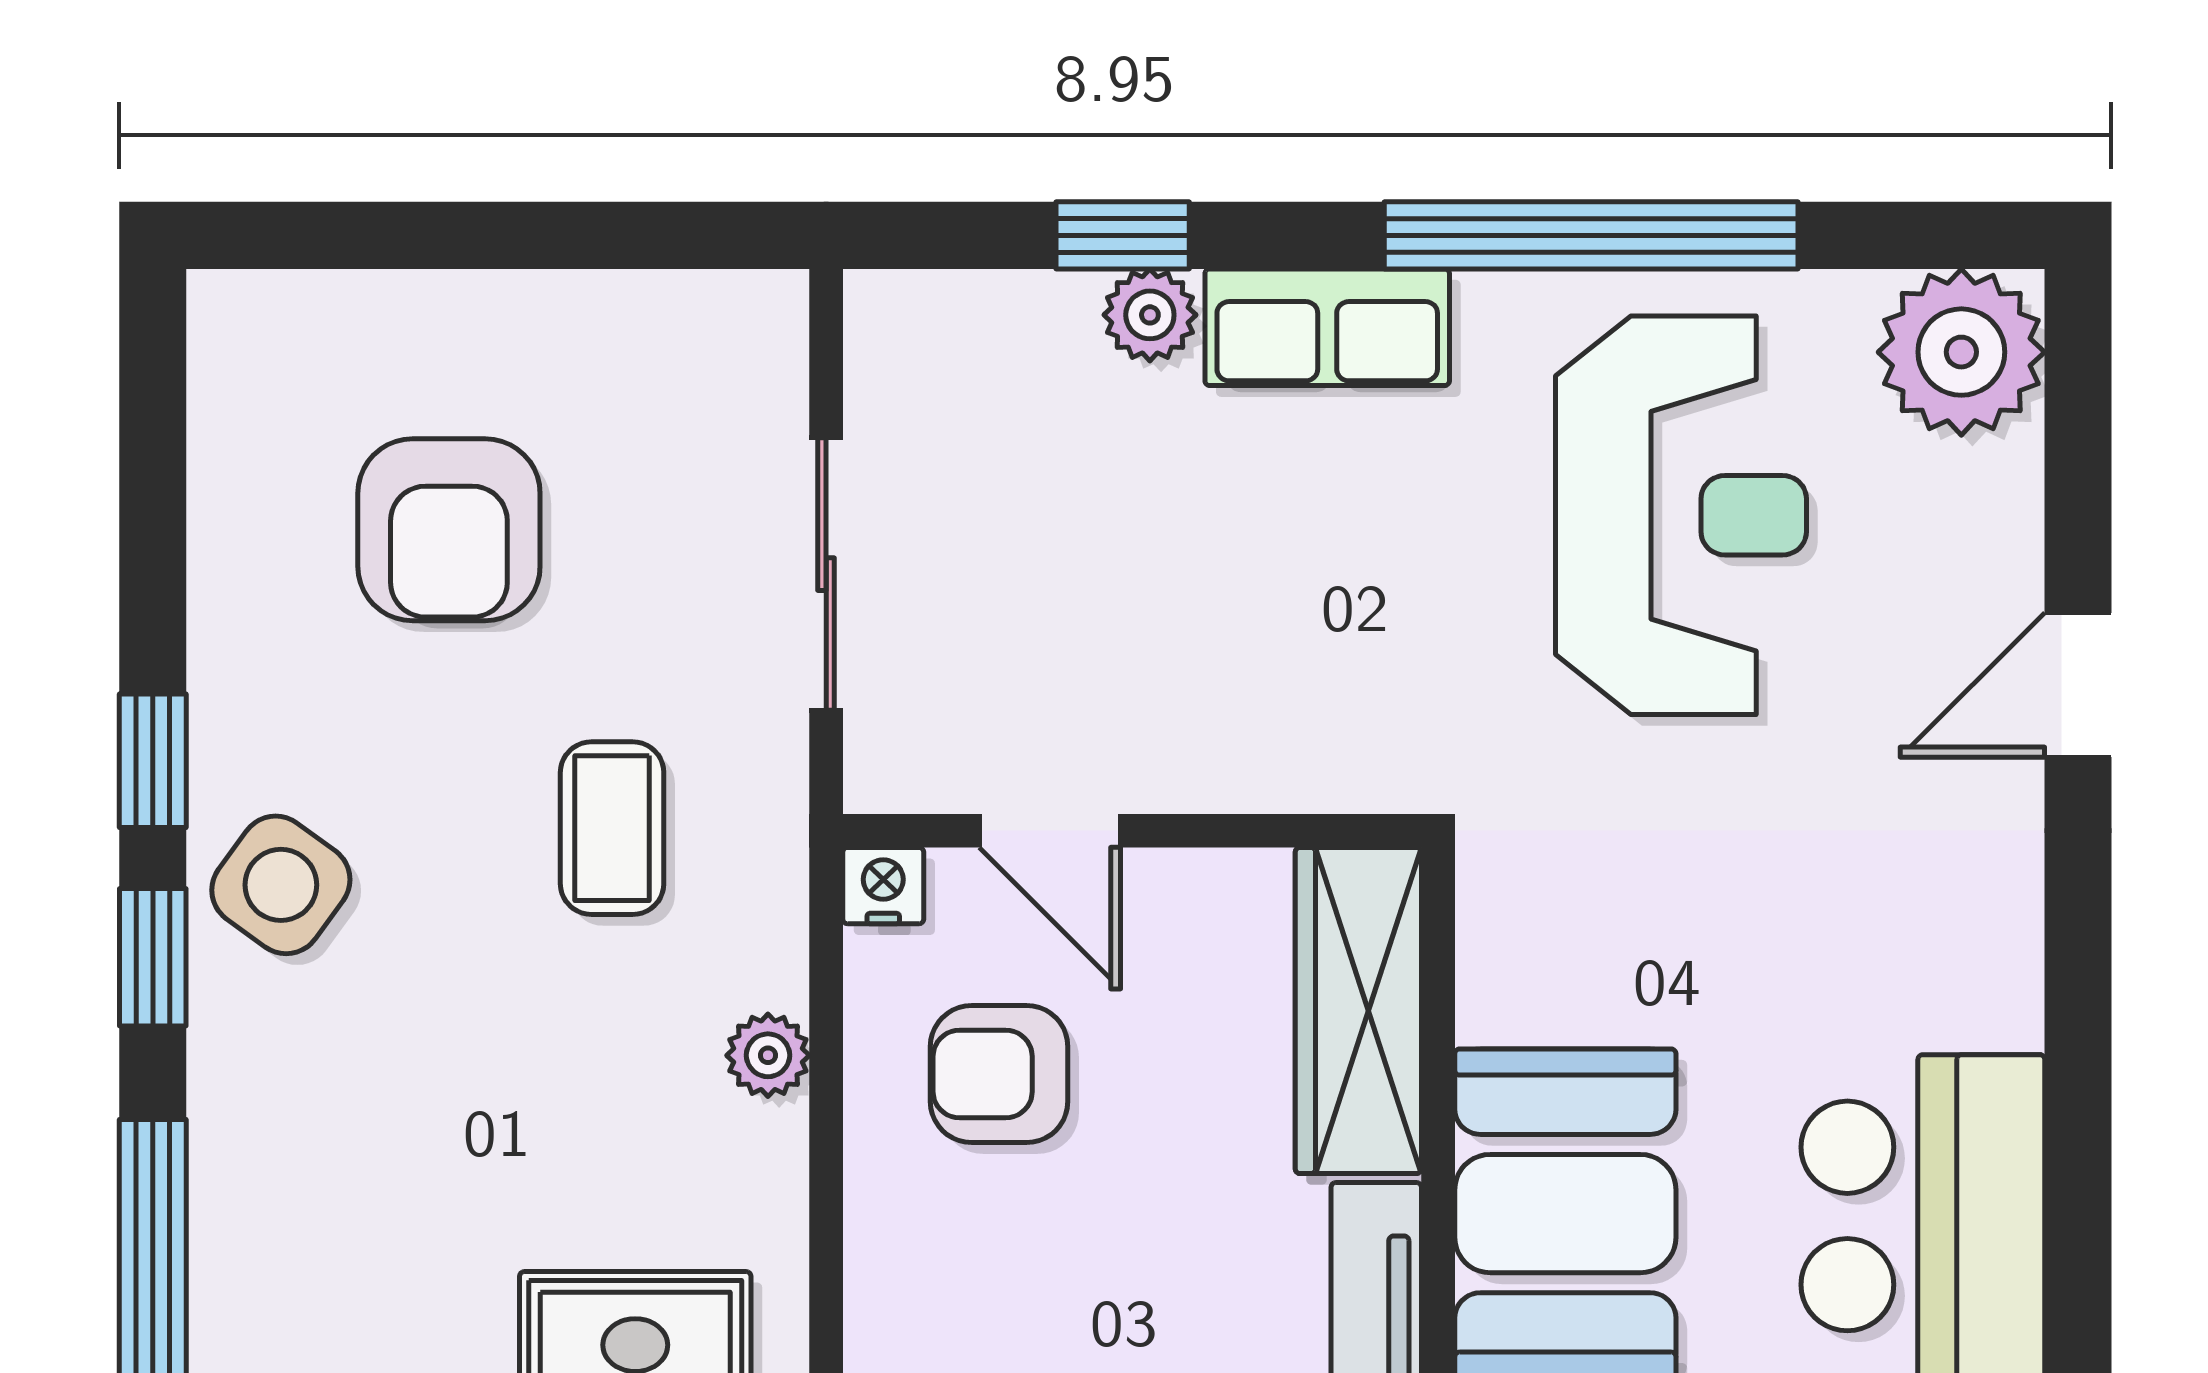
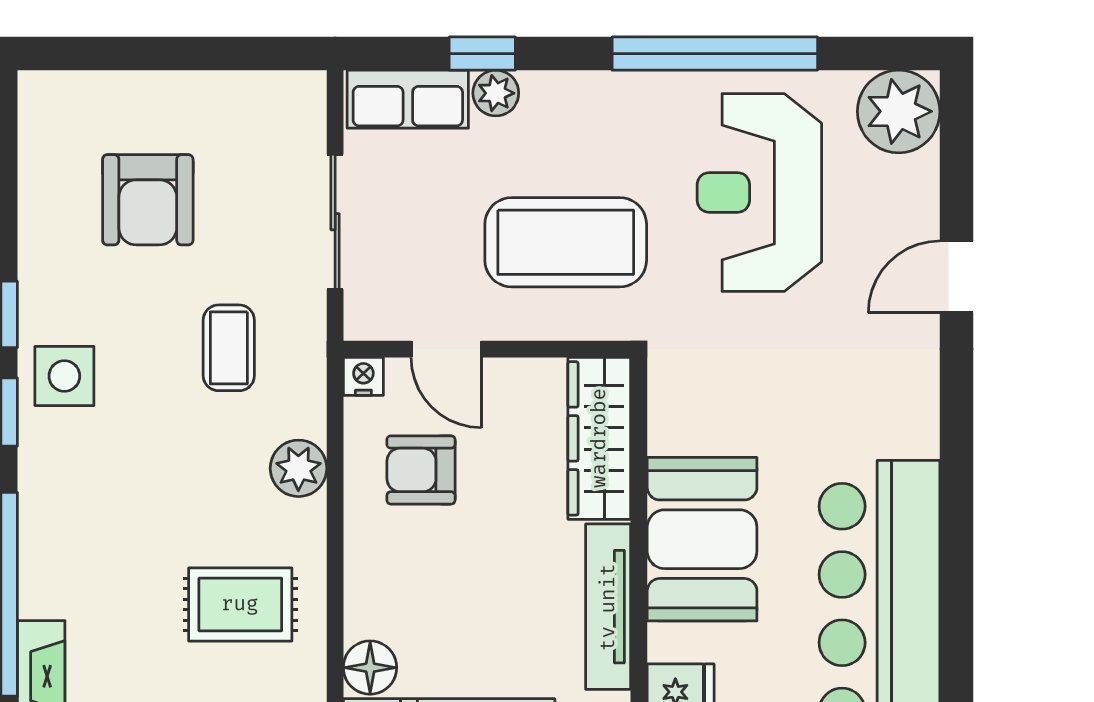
row of seats: (1327, 327) -> (408, 99), moved
reception desk: (1681, 515) -> (759, 192), turned 180
coffee table: (1291, 615) -> (566, 242), added
side table: (281, 885) -> (64, 376), turned -36
plant: (768, 1055) -> (298, 468), width x1.38, depth x1.38

